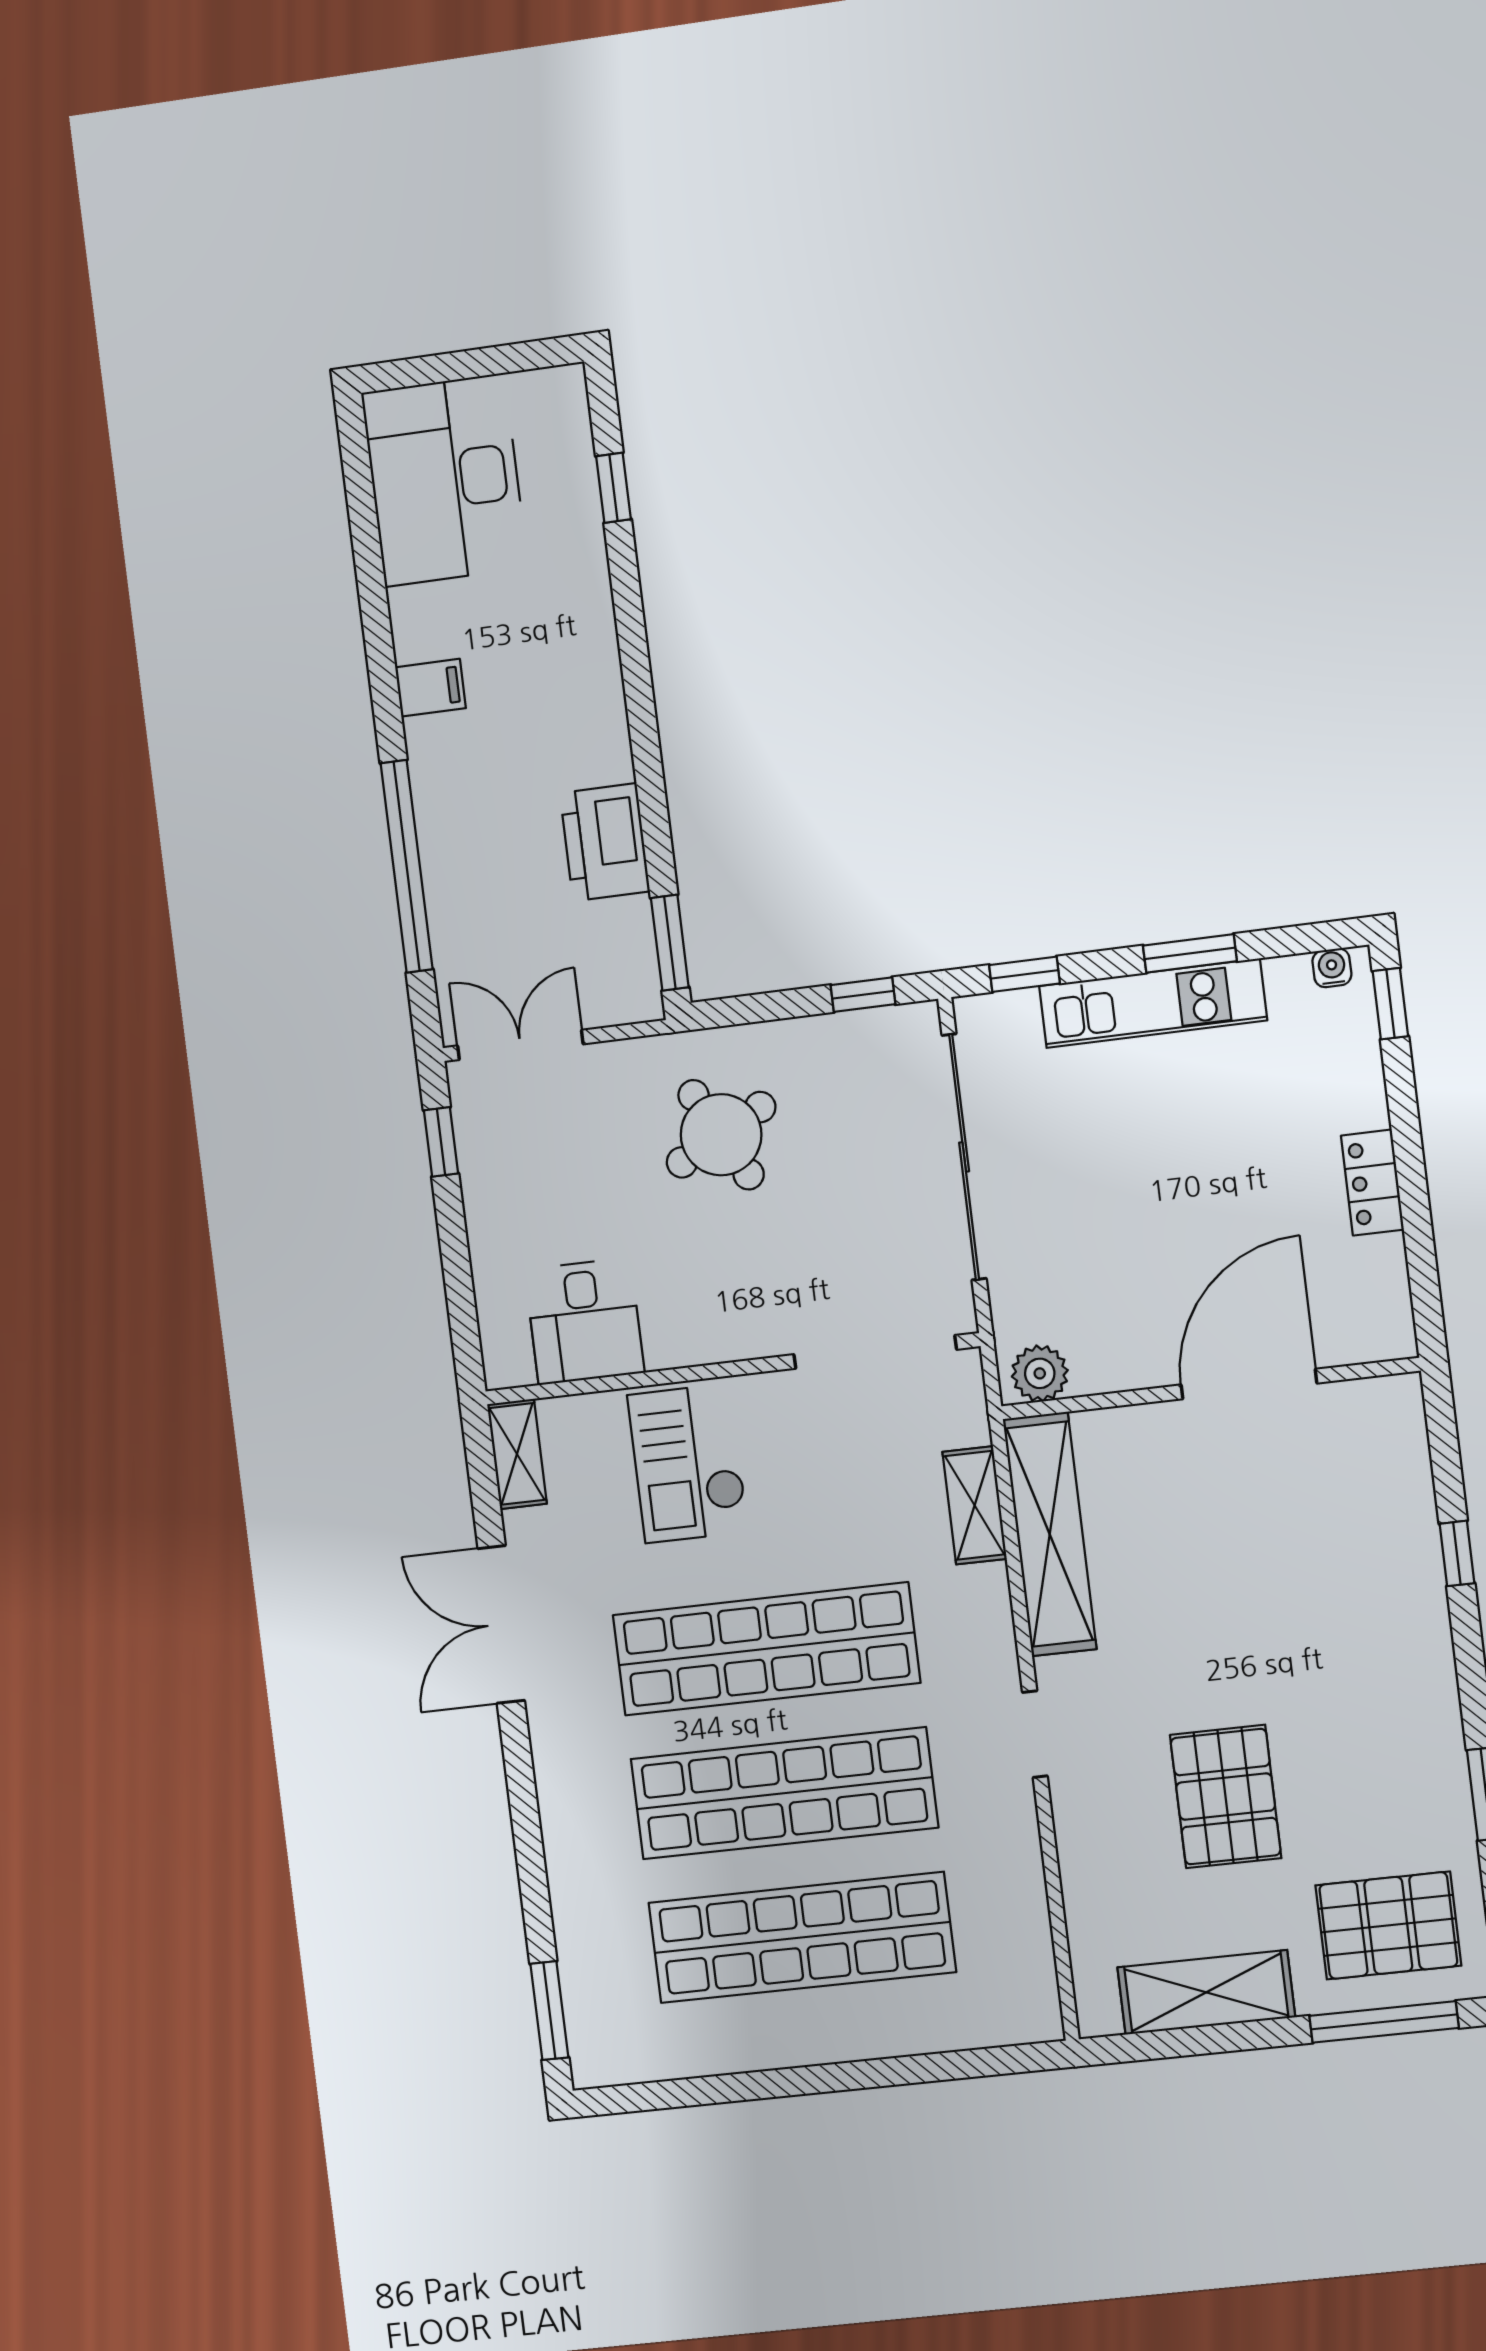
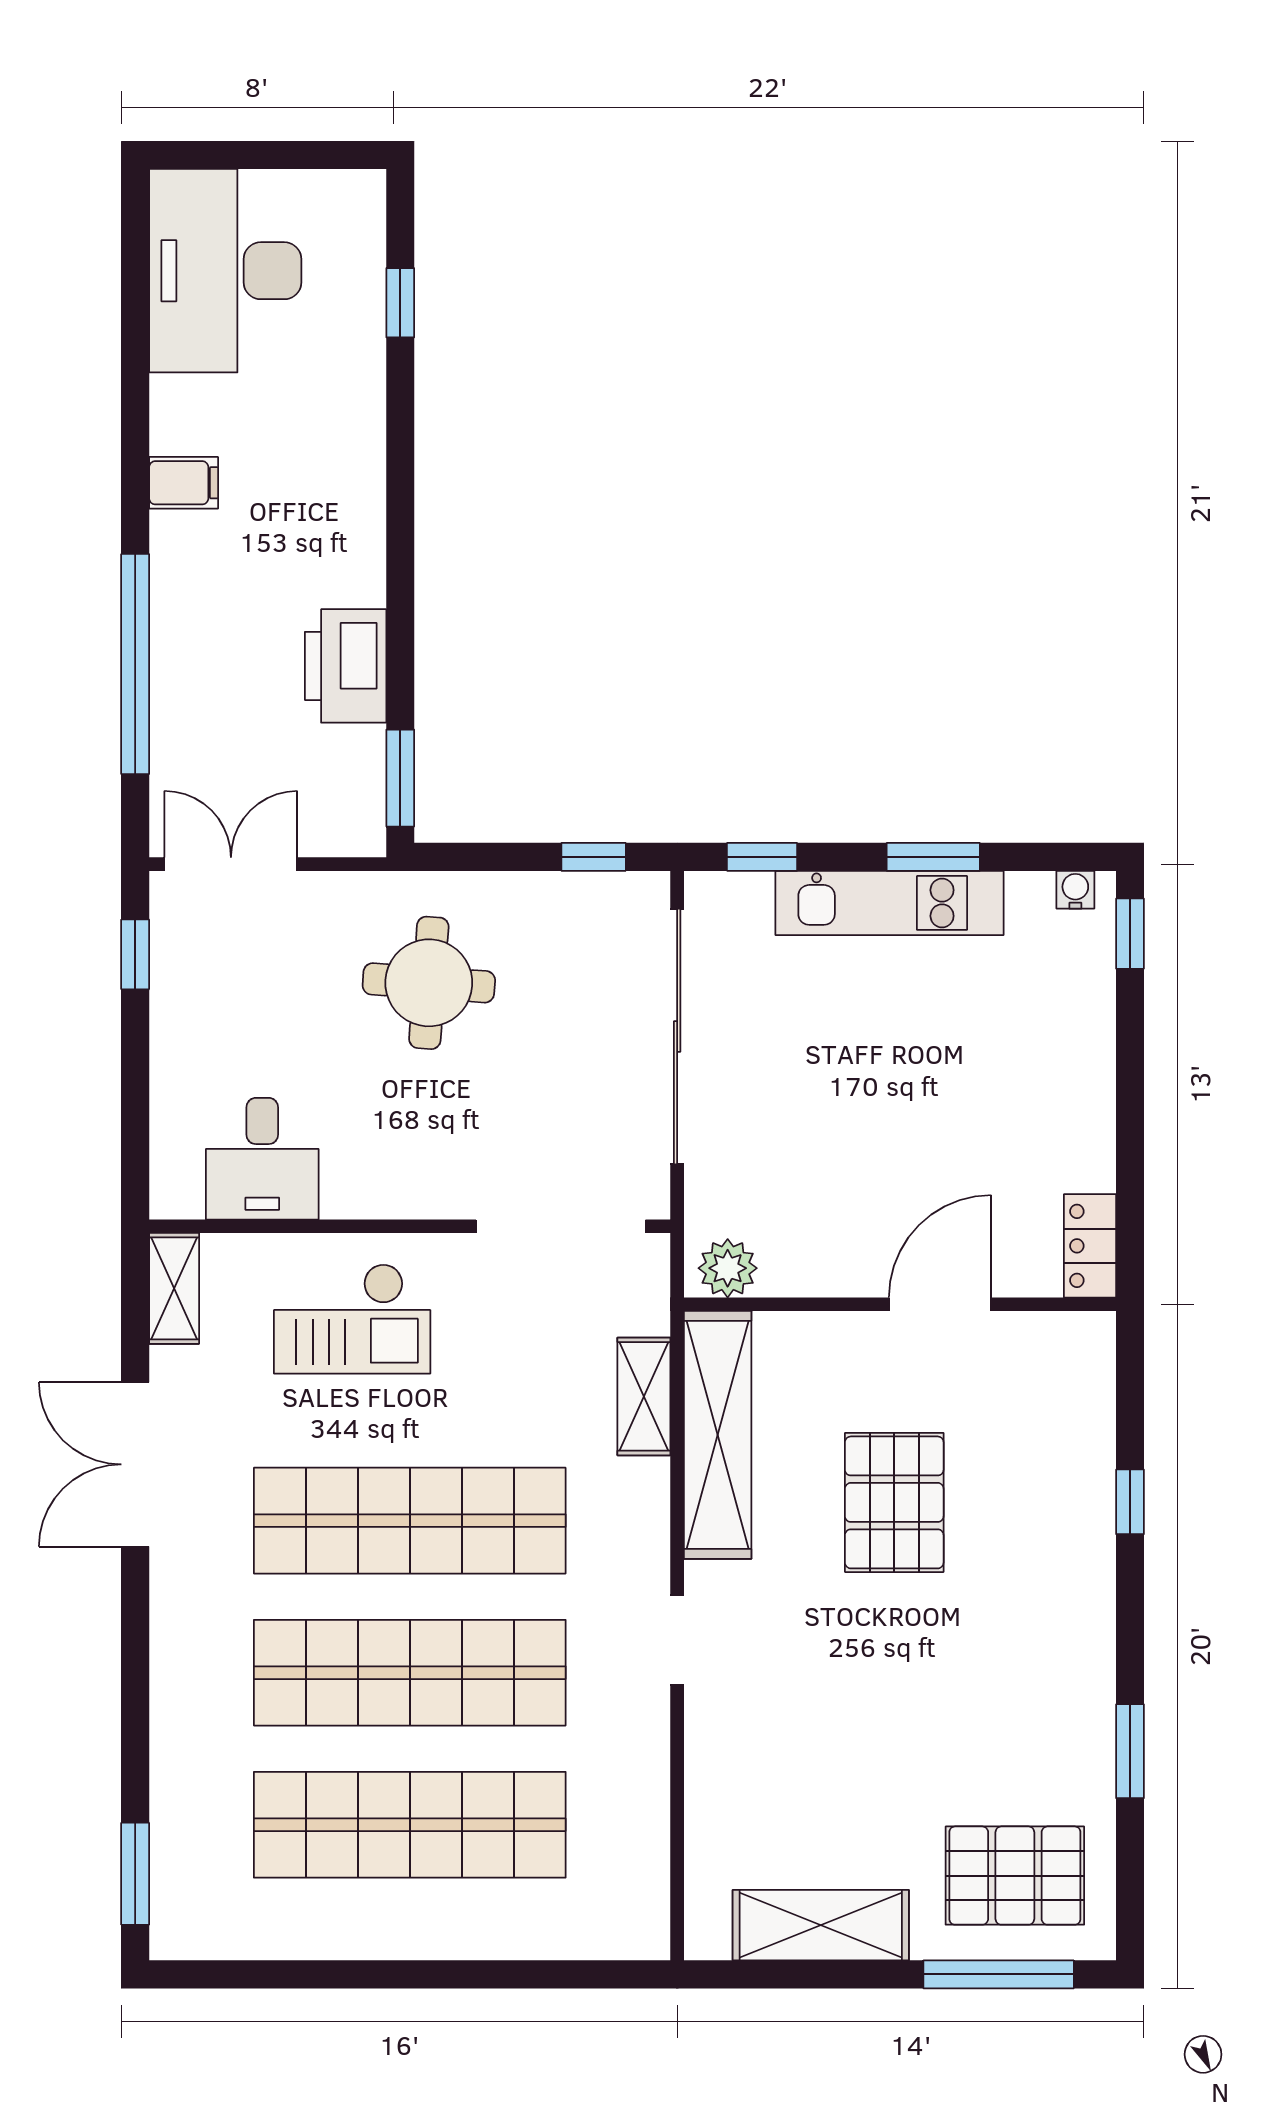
round table: (721, 1135) -> (429, 983), turned 32
locker: (1372, 1183) -> (1090, 1246), moved
door: (1249, 1384) -> (940, 1304), width x0.73
checkout: (688, 1463) -> (352, 1319), turned -90
pallet: (1226, 1797) -> (894, 1502), moved

